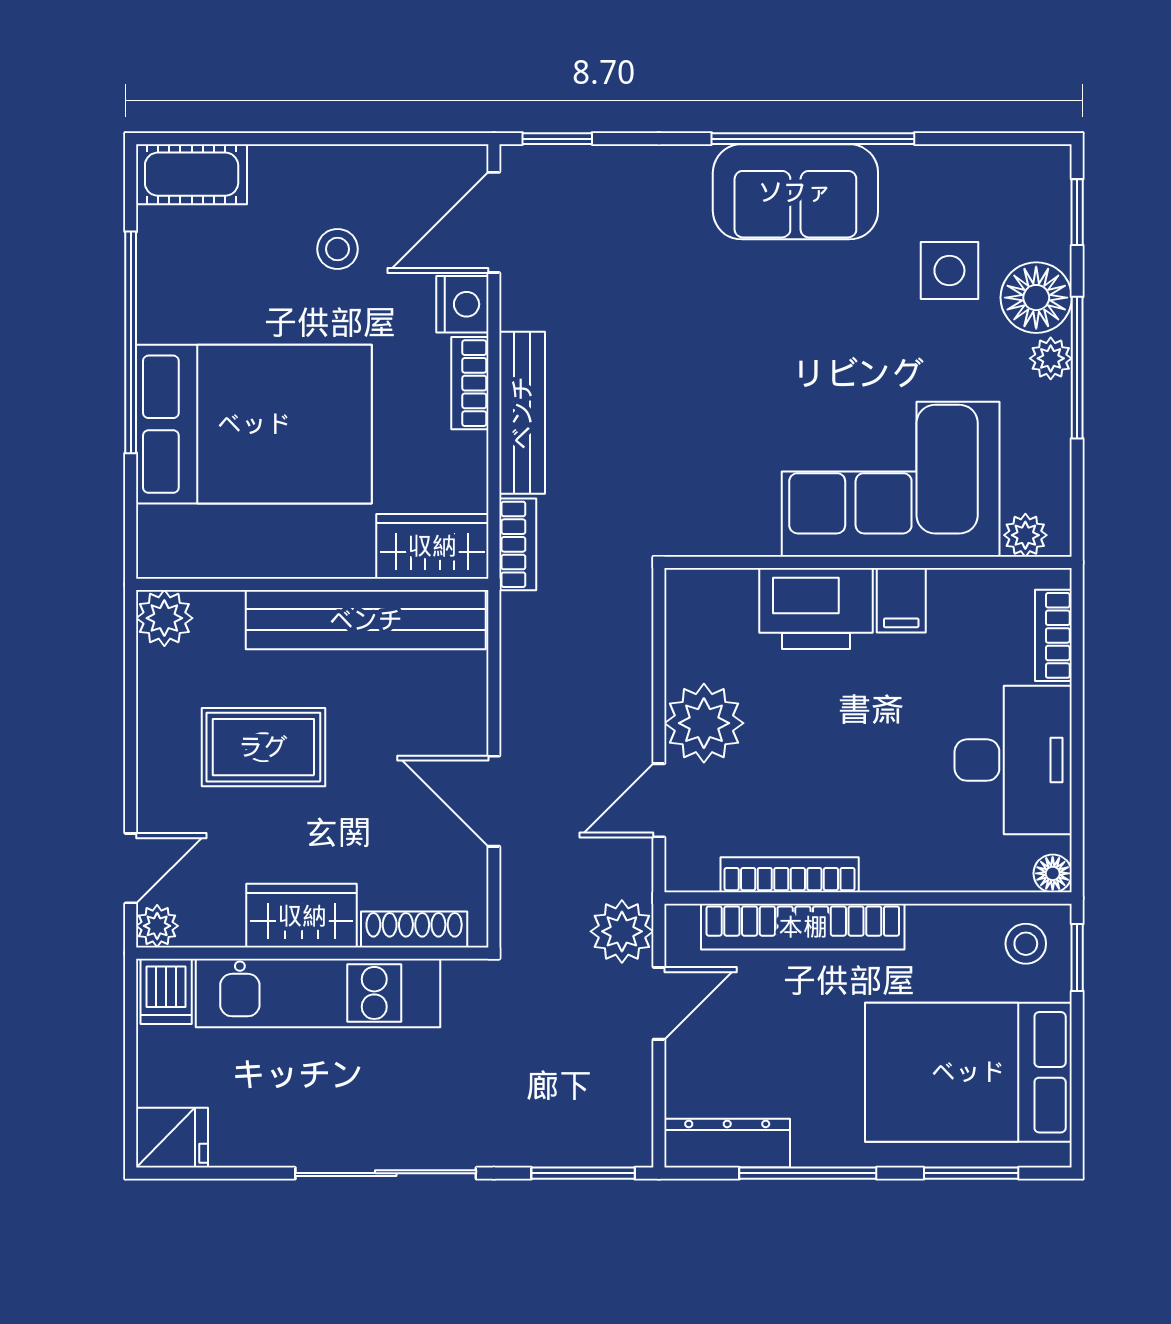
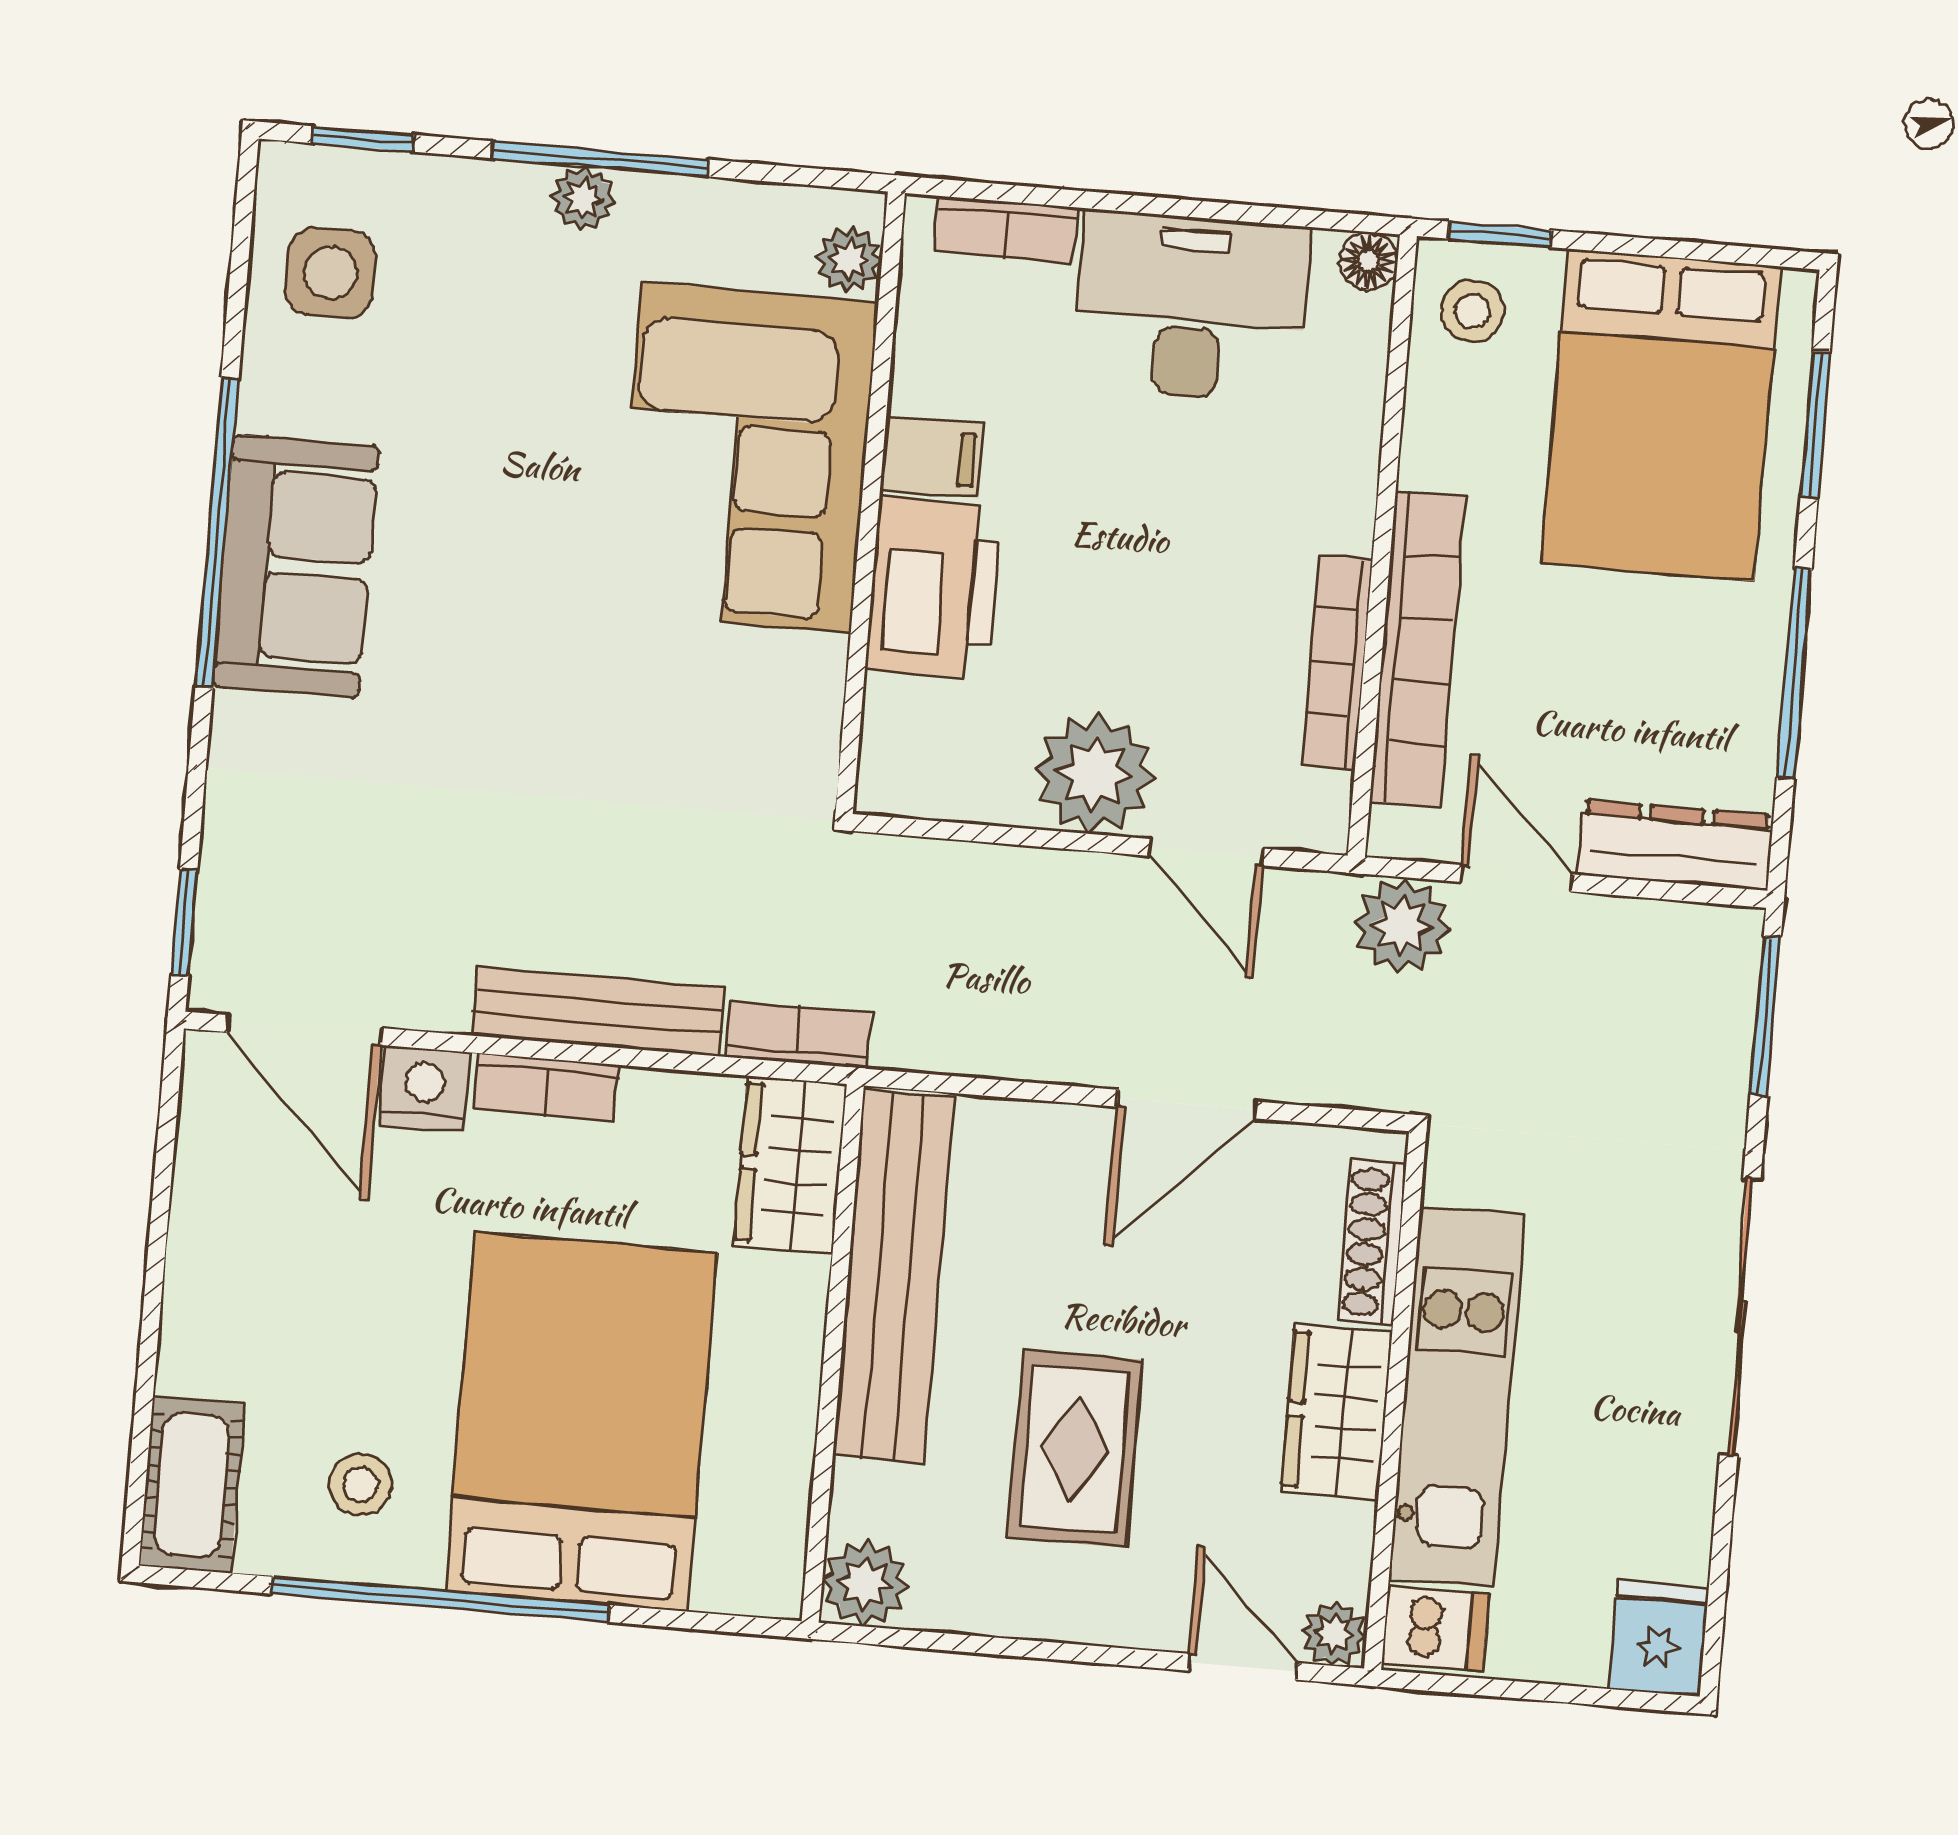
stool: (337, 249) -> (360, 1485), moved
side table: (949, 271) -> (330, 273), moved
floor lamp: (1036, 298) -> (488, 212), removed
dresser: (727, 1143) -> (1675, 845), moved, turned 90

